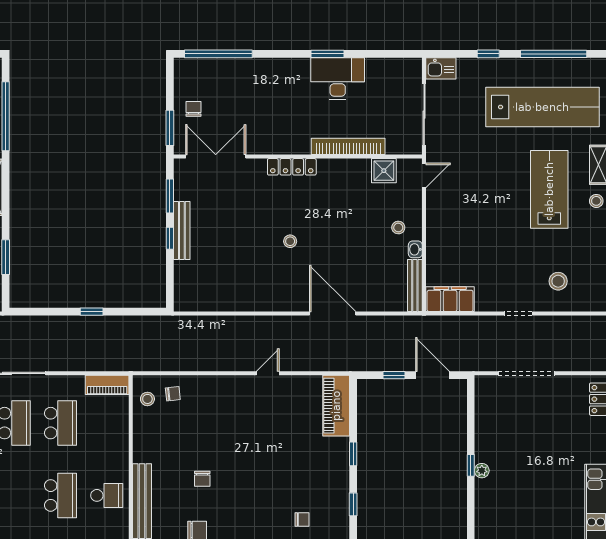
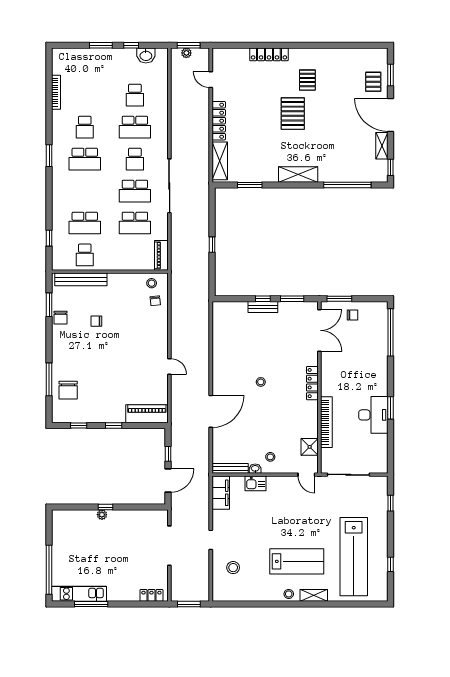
window: (488, 54) -> (391, 503), moved
window: (554, 54) -> (391, 564), width x0.32
kitchen sink: (441, 68) -> (255, 483), moved, turned -90
bench: (182, 231) -> (263, 307), width x0.73
chair: (302, 519) -> (68, 390), width x1.87, depth x1.87

